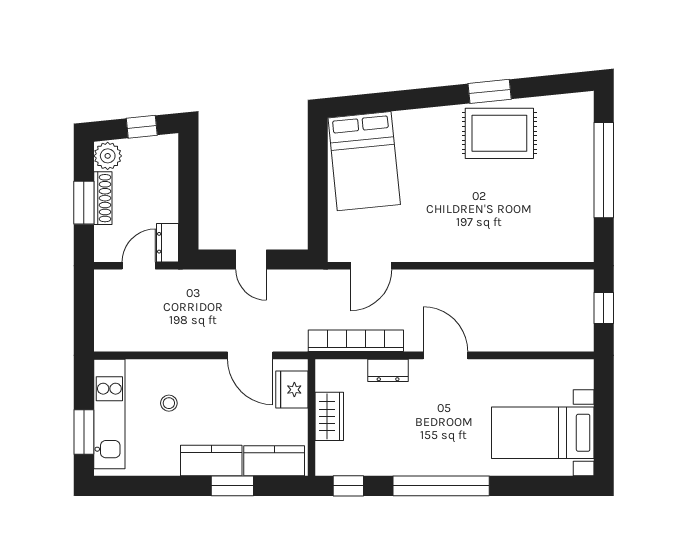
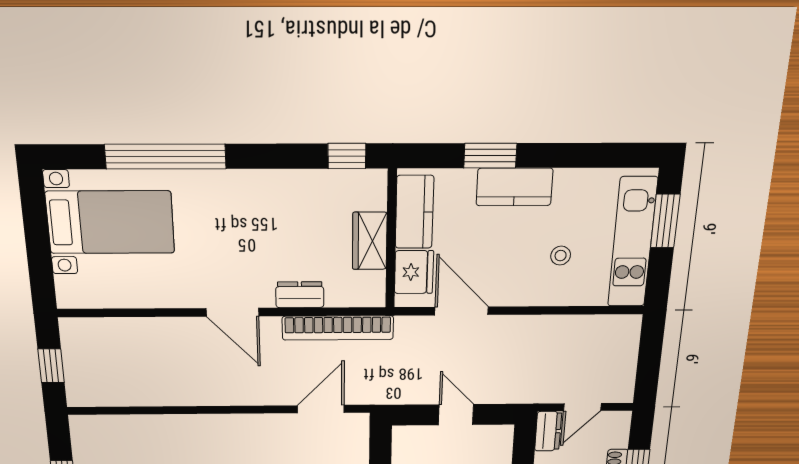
kitchen counter: (274, 461) -> (414, 212), moved, turned -90
window: (441, 486) -> (165, 157), moved

